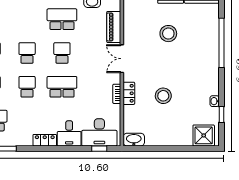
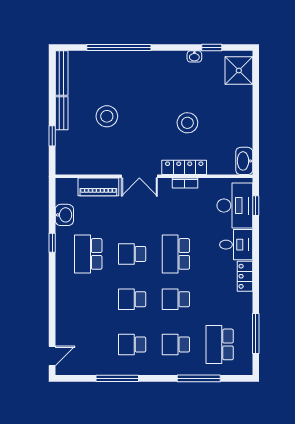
locker: (129, 93) -> (184, 167), width x1.53

